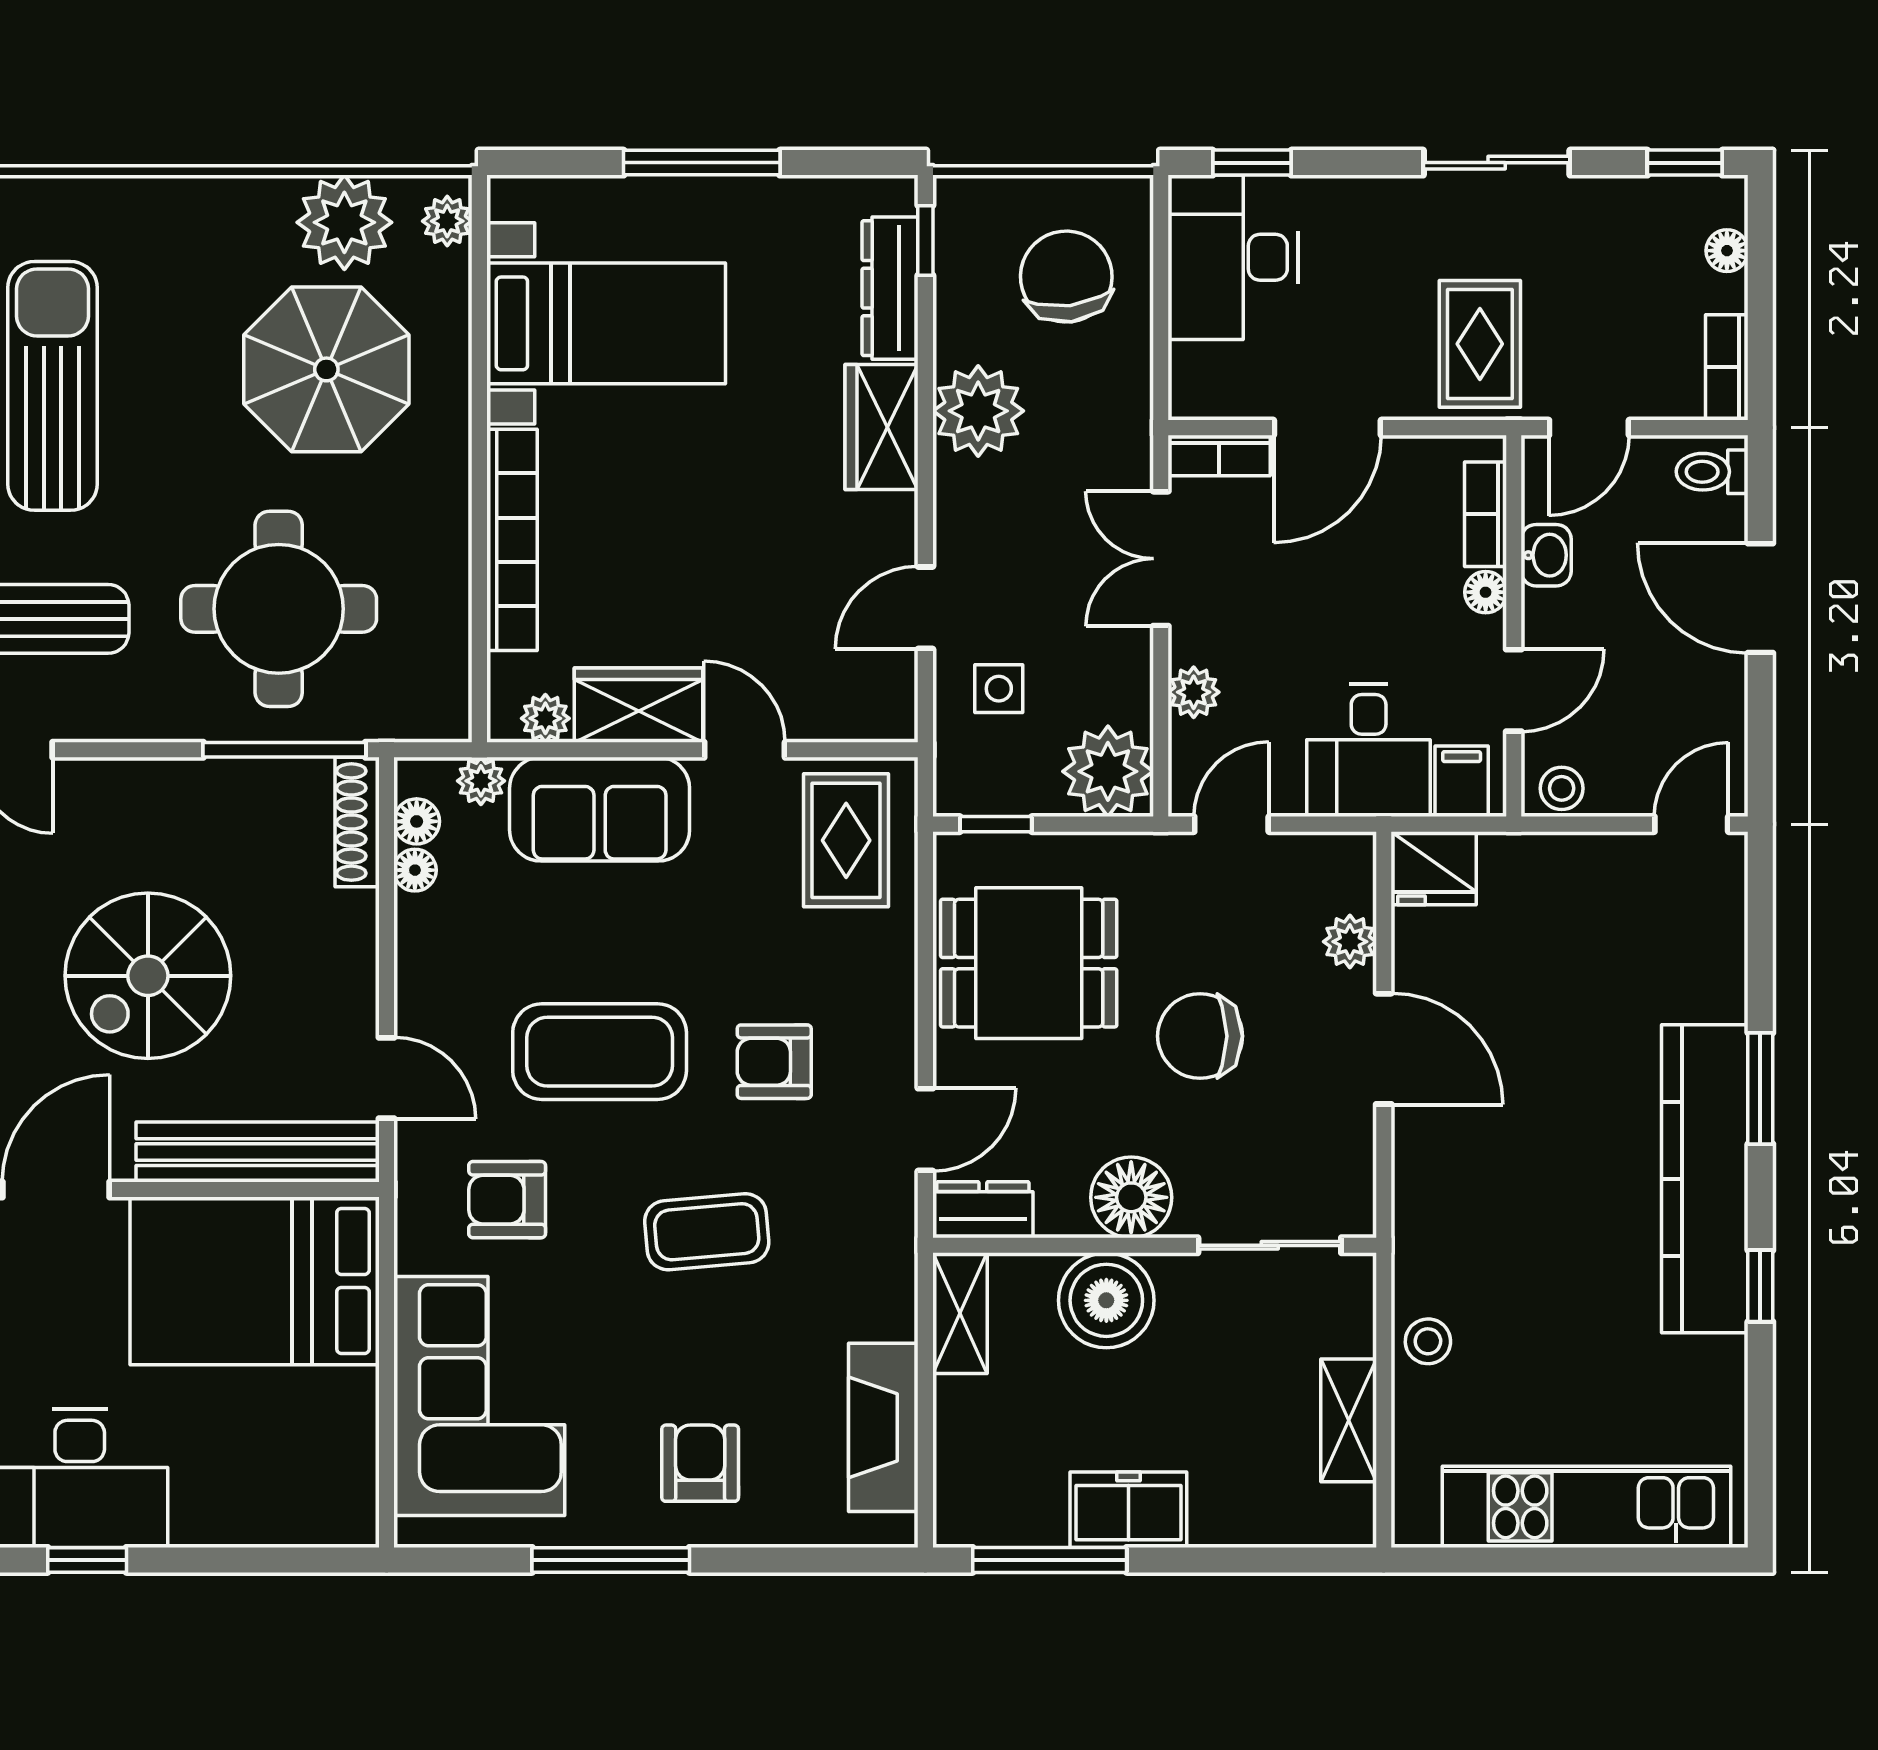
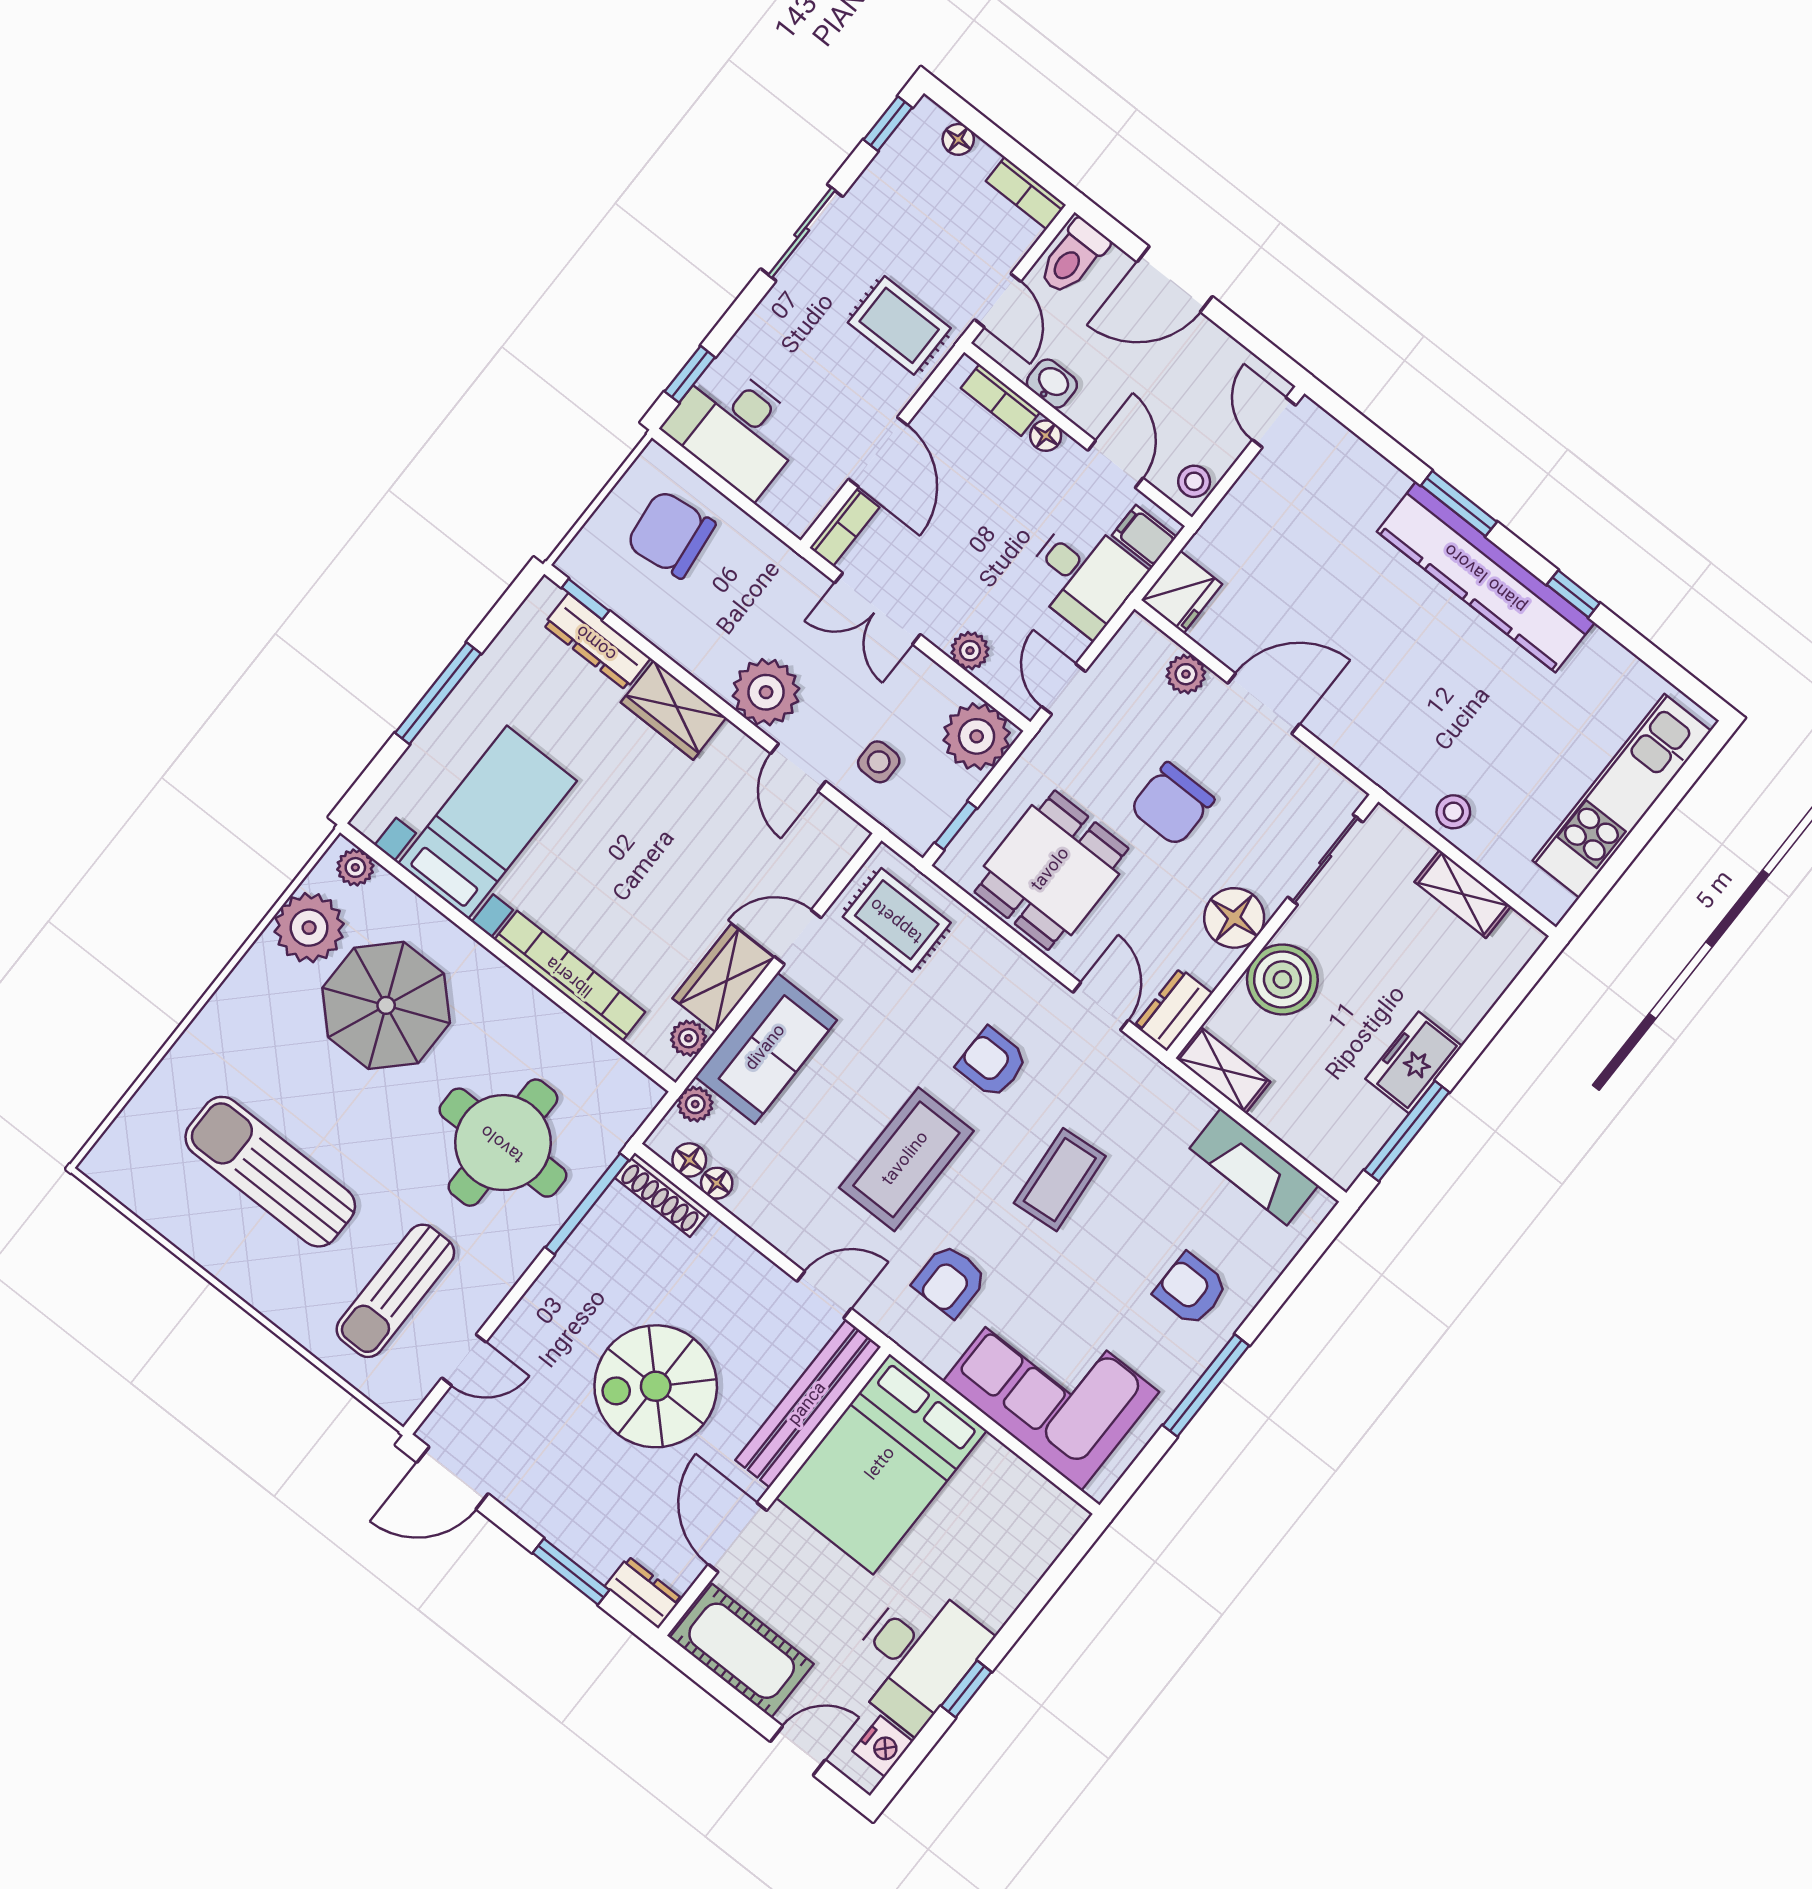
plant: (978, 411) -> (766, 692), moved
toilet: (1712, 472) -> (1073, 257), width x1.37, depth x1.39
spiral stairs: (148, 976) -> (656, 1386), turned 90
armchair: (774, 1062) -> (992, 1063), turned 90

